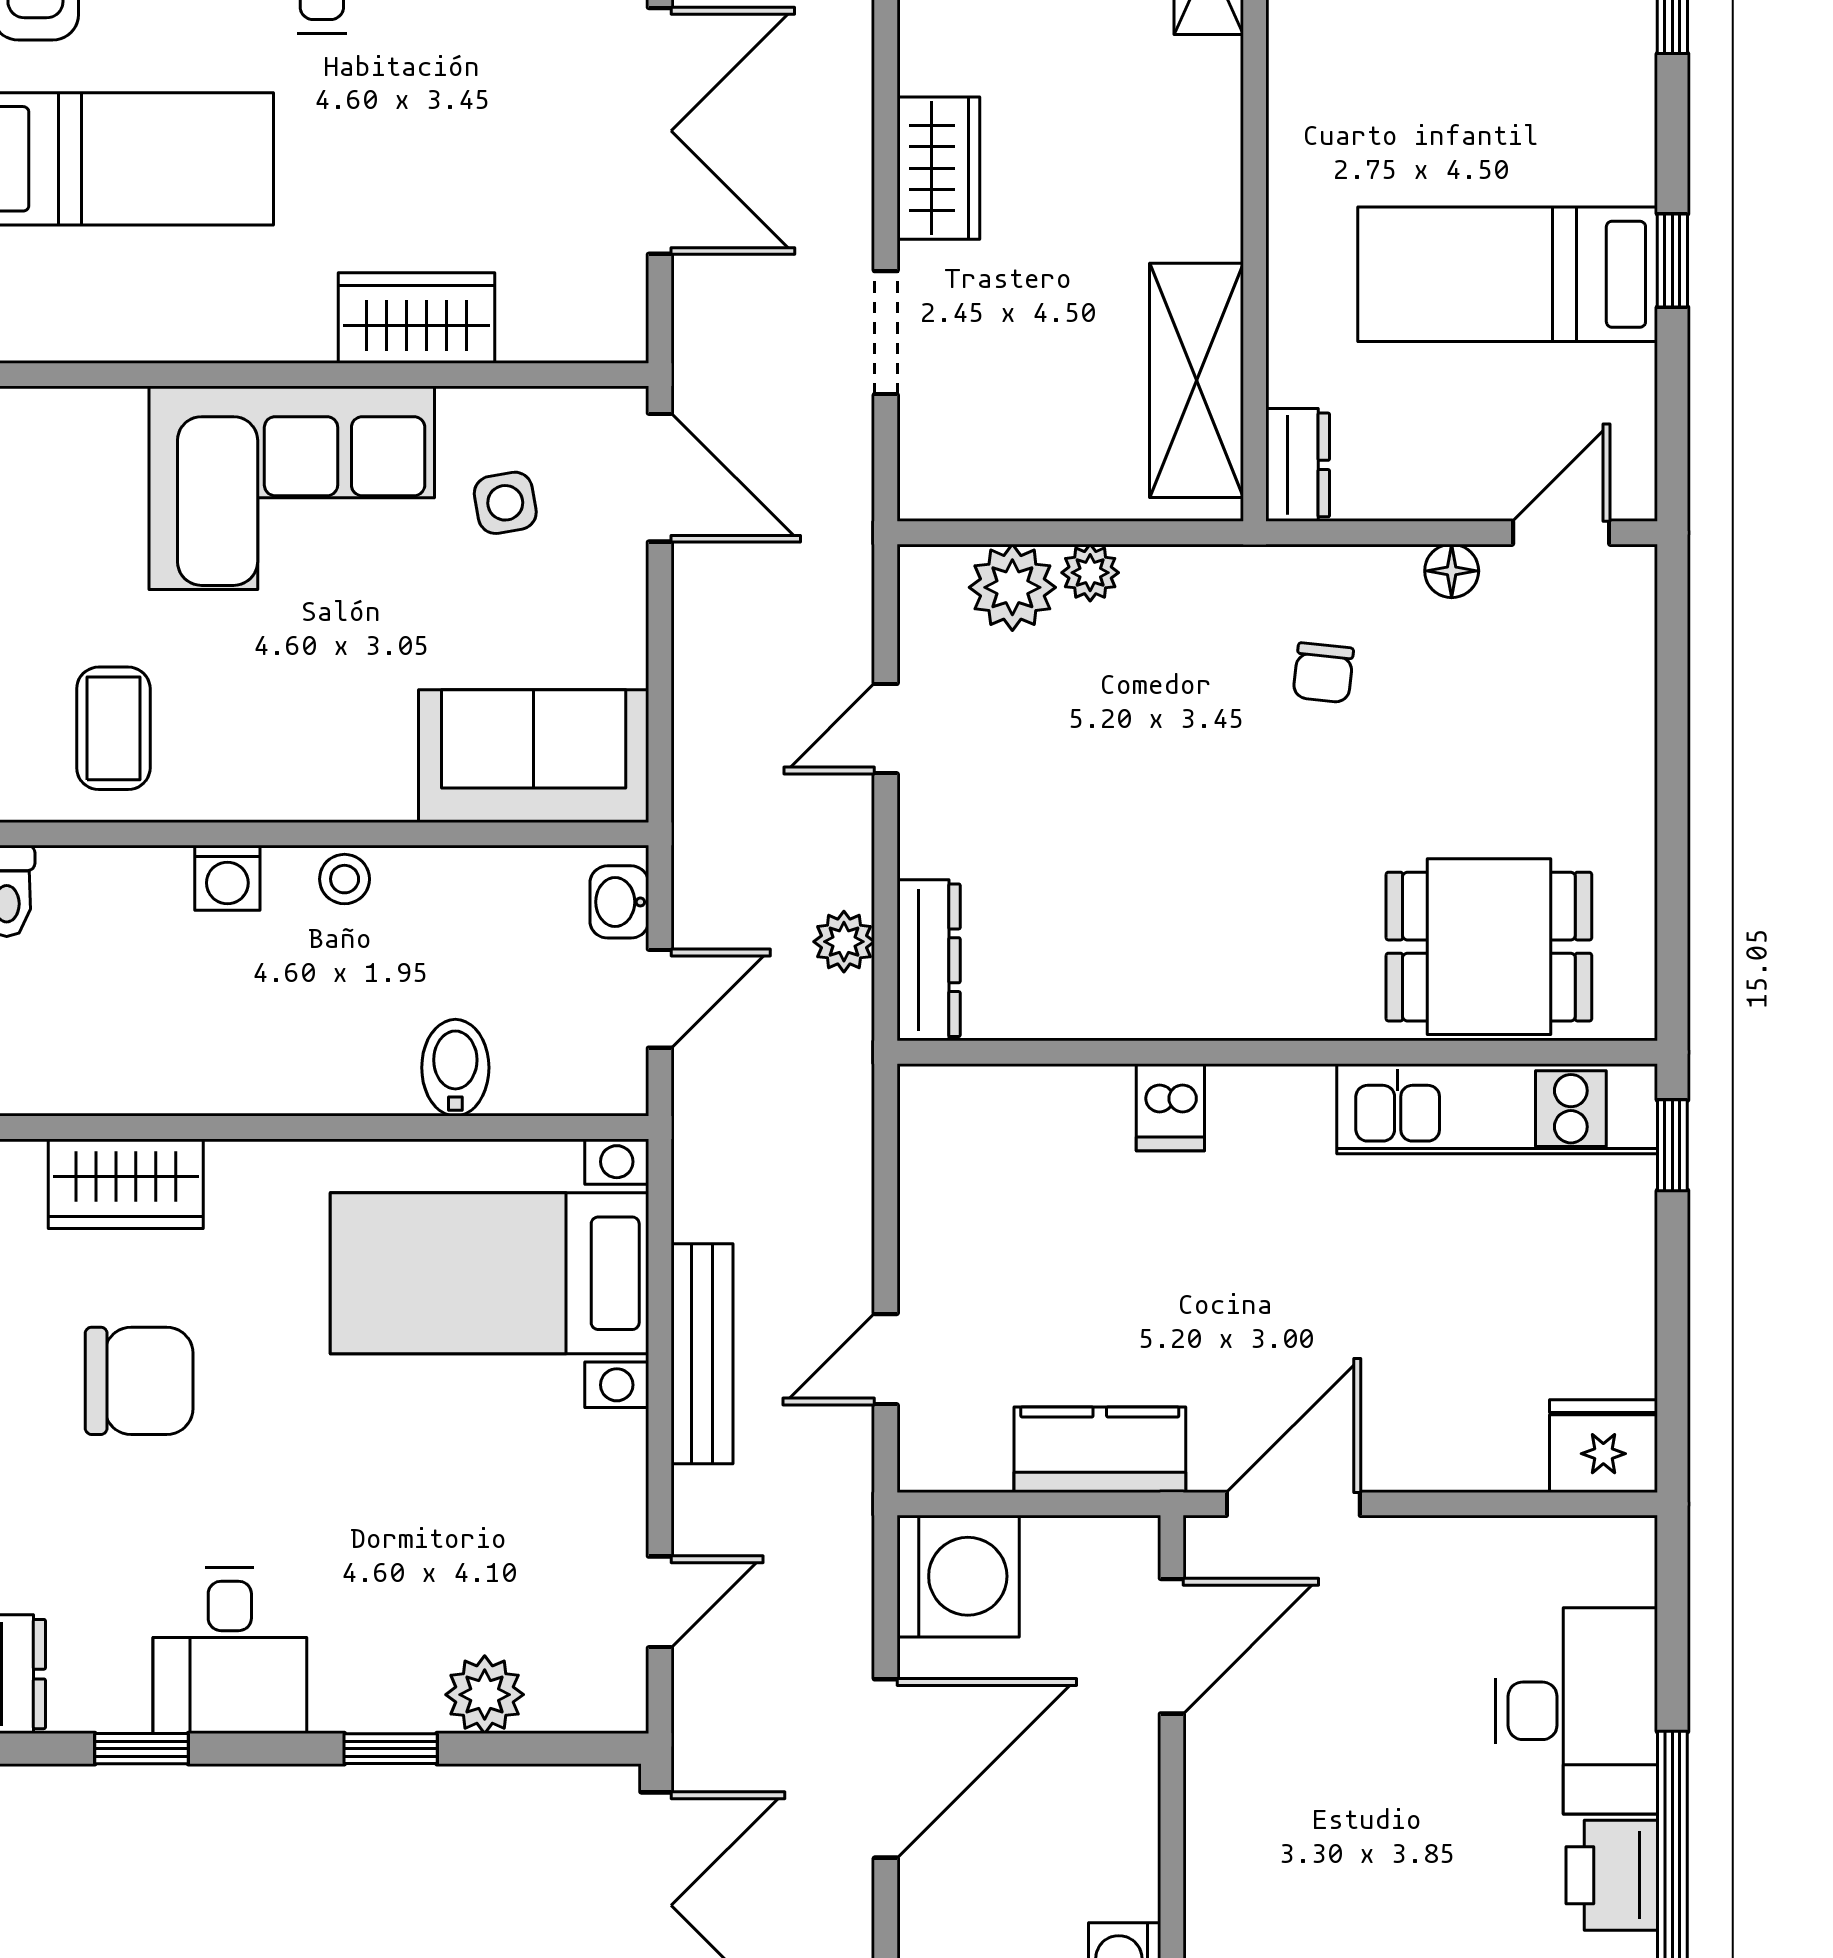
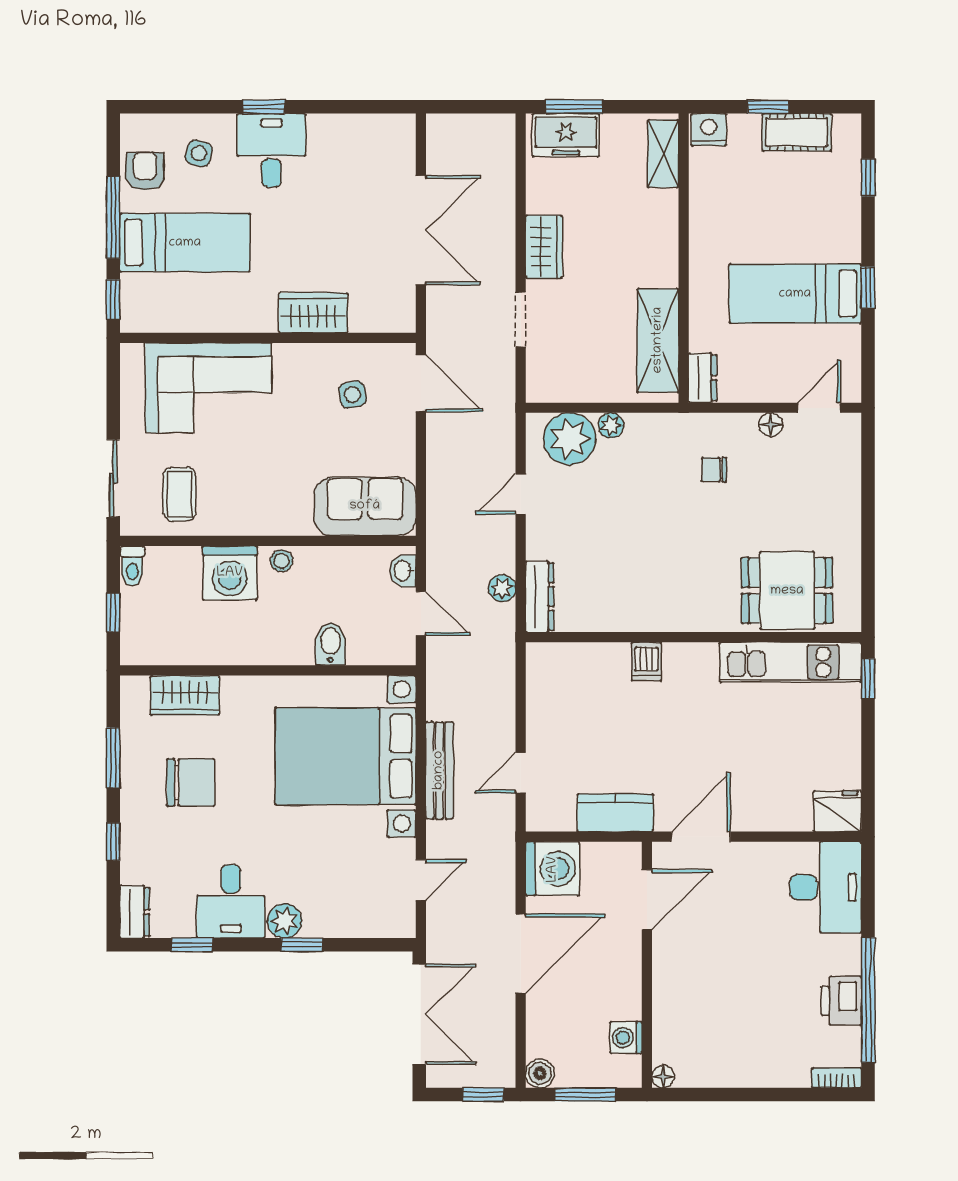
corner sofa: (292, 488) -> (208, 388), moved
plant: (1012, 587) -> (570, 439), width x1.36, depth x1.36
chair: (1323, 673) -> (714, 470), turned 84
washing machine: (227, 878) -> (230, 573), width x1.89, depth x1.89
door: (660, 999) -> (421, 614), hinge flipped
bed with nightstands: (489, 1273) -> (346, 756), width x1.36
plant: (485, 1695) -> (285, 921), moved
desk: (1576, 1711) -> (826, 887), moved

